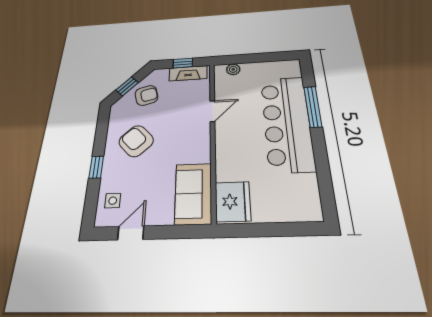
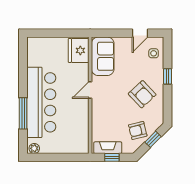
plant: (233, 69) -> (34, 148), moved
door: (212, 111) -> (90, 90), moved

